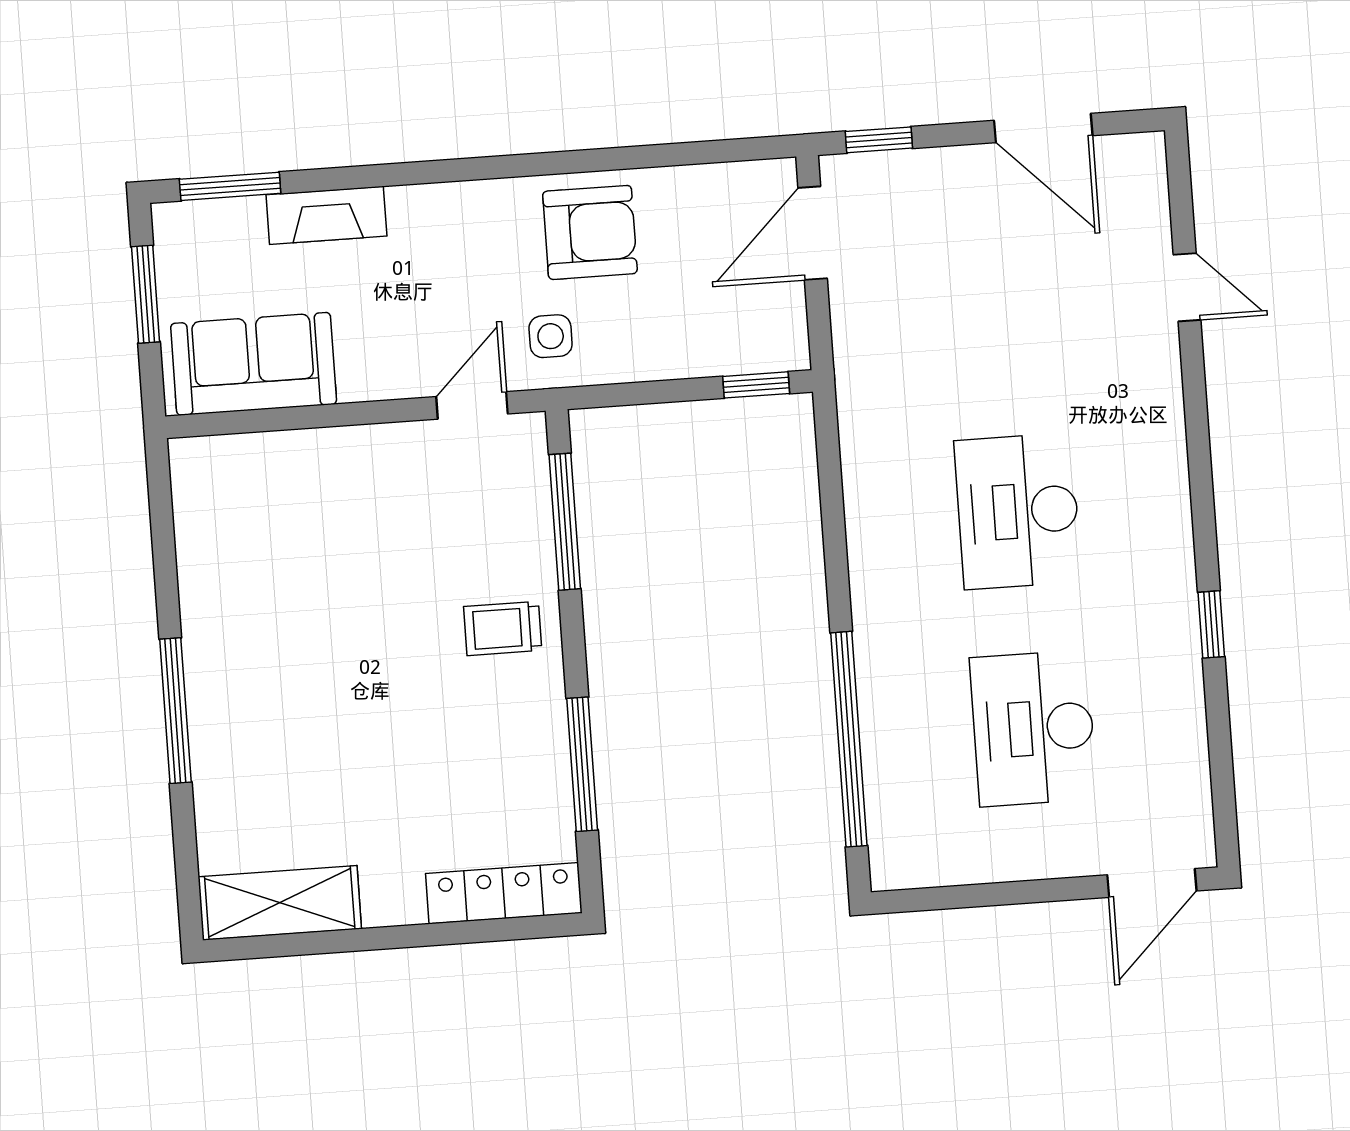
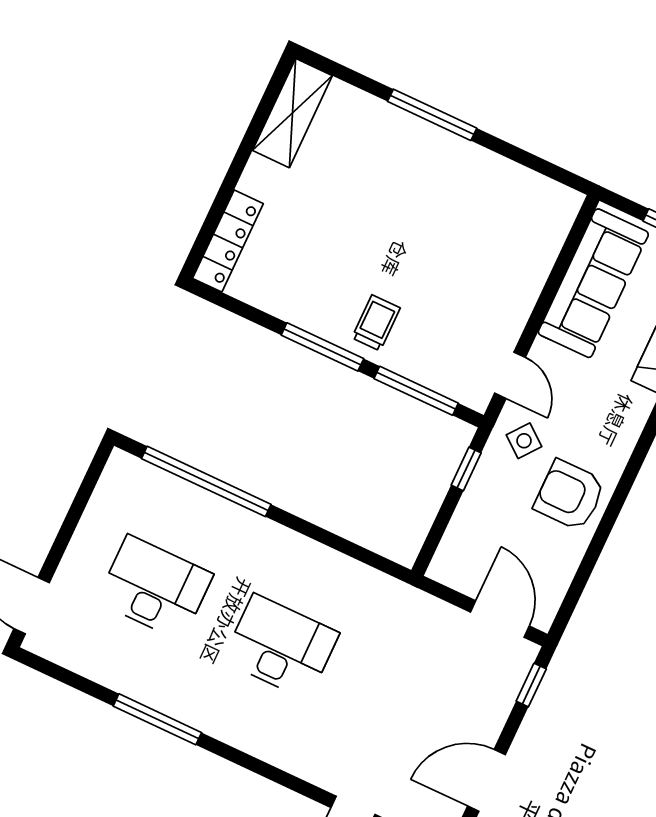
armchair: (590, 232) -> (570, 495), turned 90
side table: (551, 336) -> (524, 441), turned 38
sofa: (254, 364) -> (593, 283), width x1.36
window: (756, 385) -> (466, 469), moved
window: (1211, 624) -> (157, 719), width x2.17
window: (582, 764) -> (322, 347), moved

